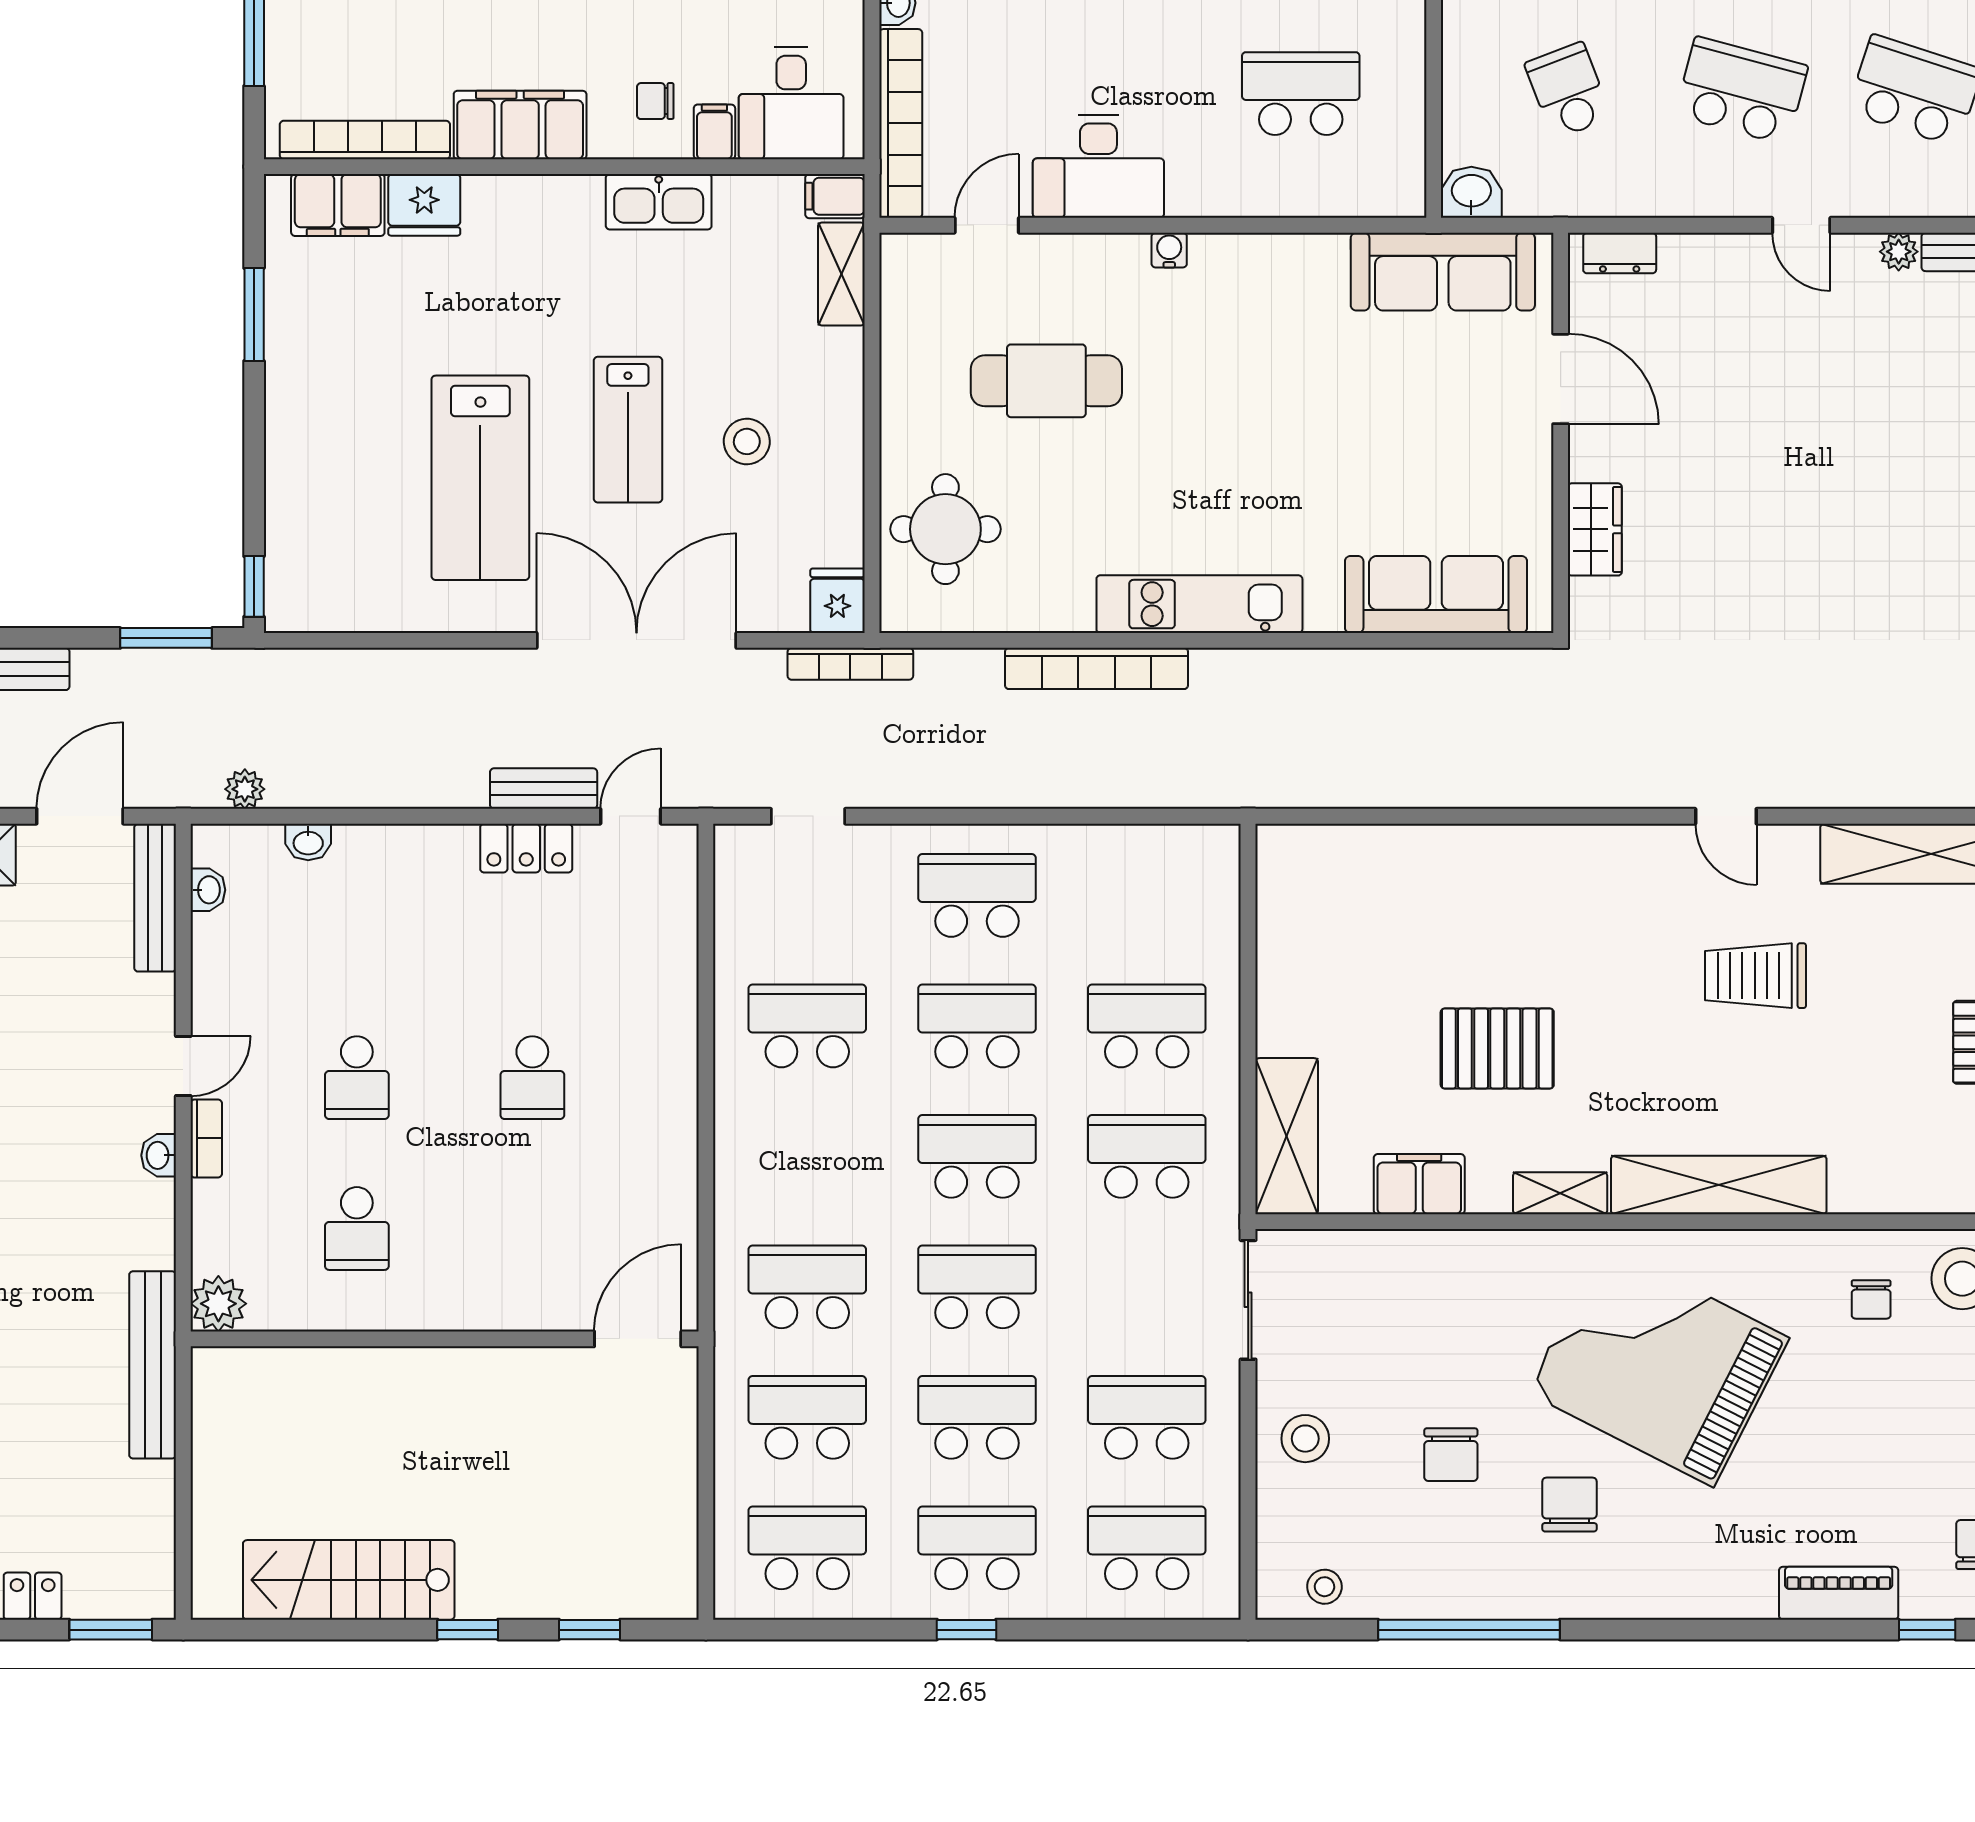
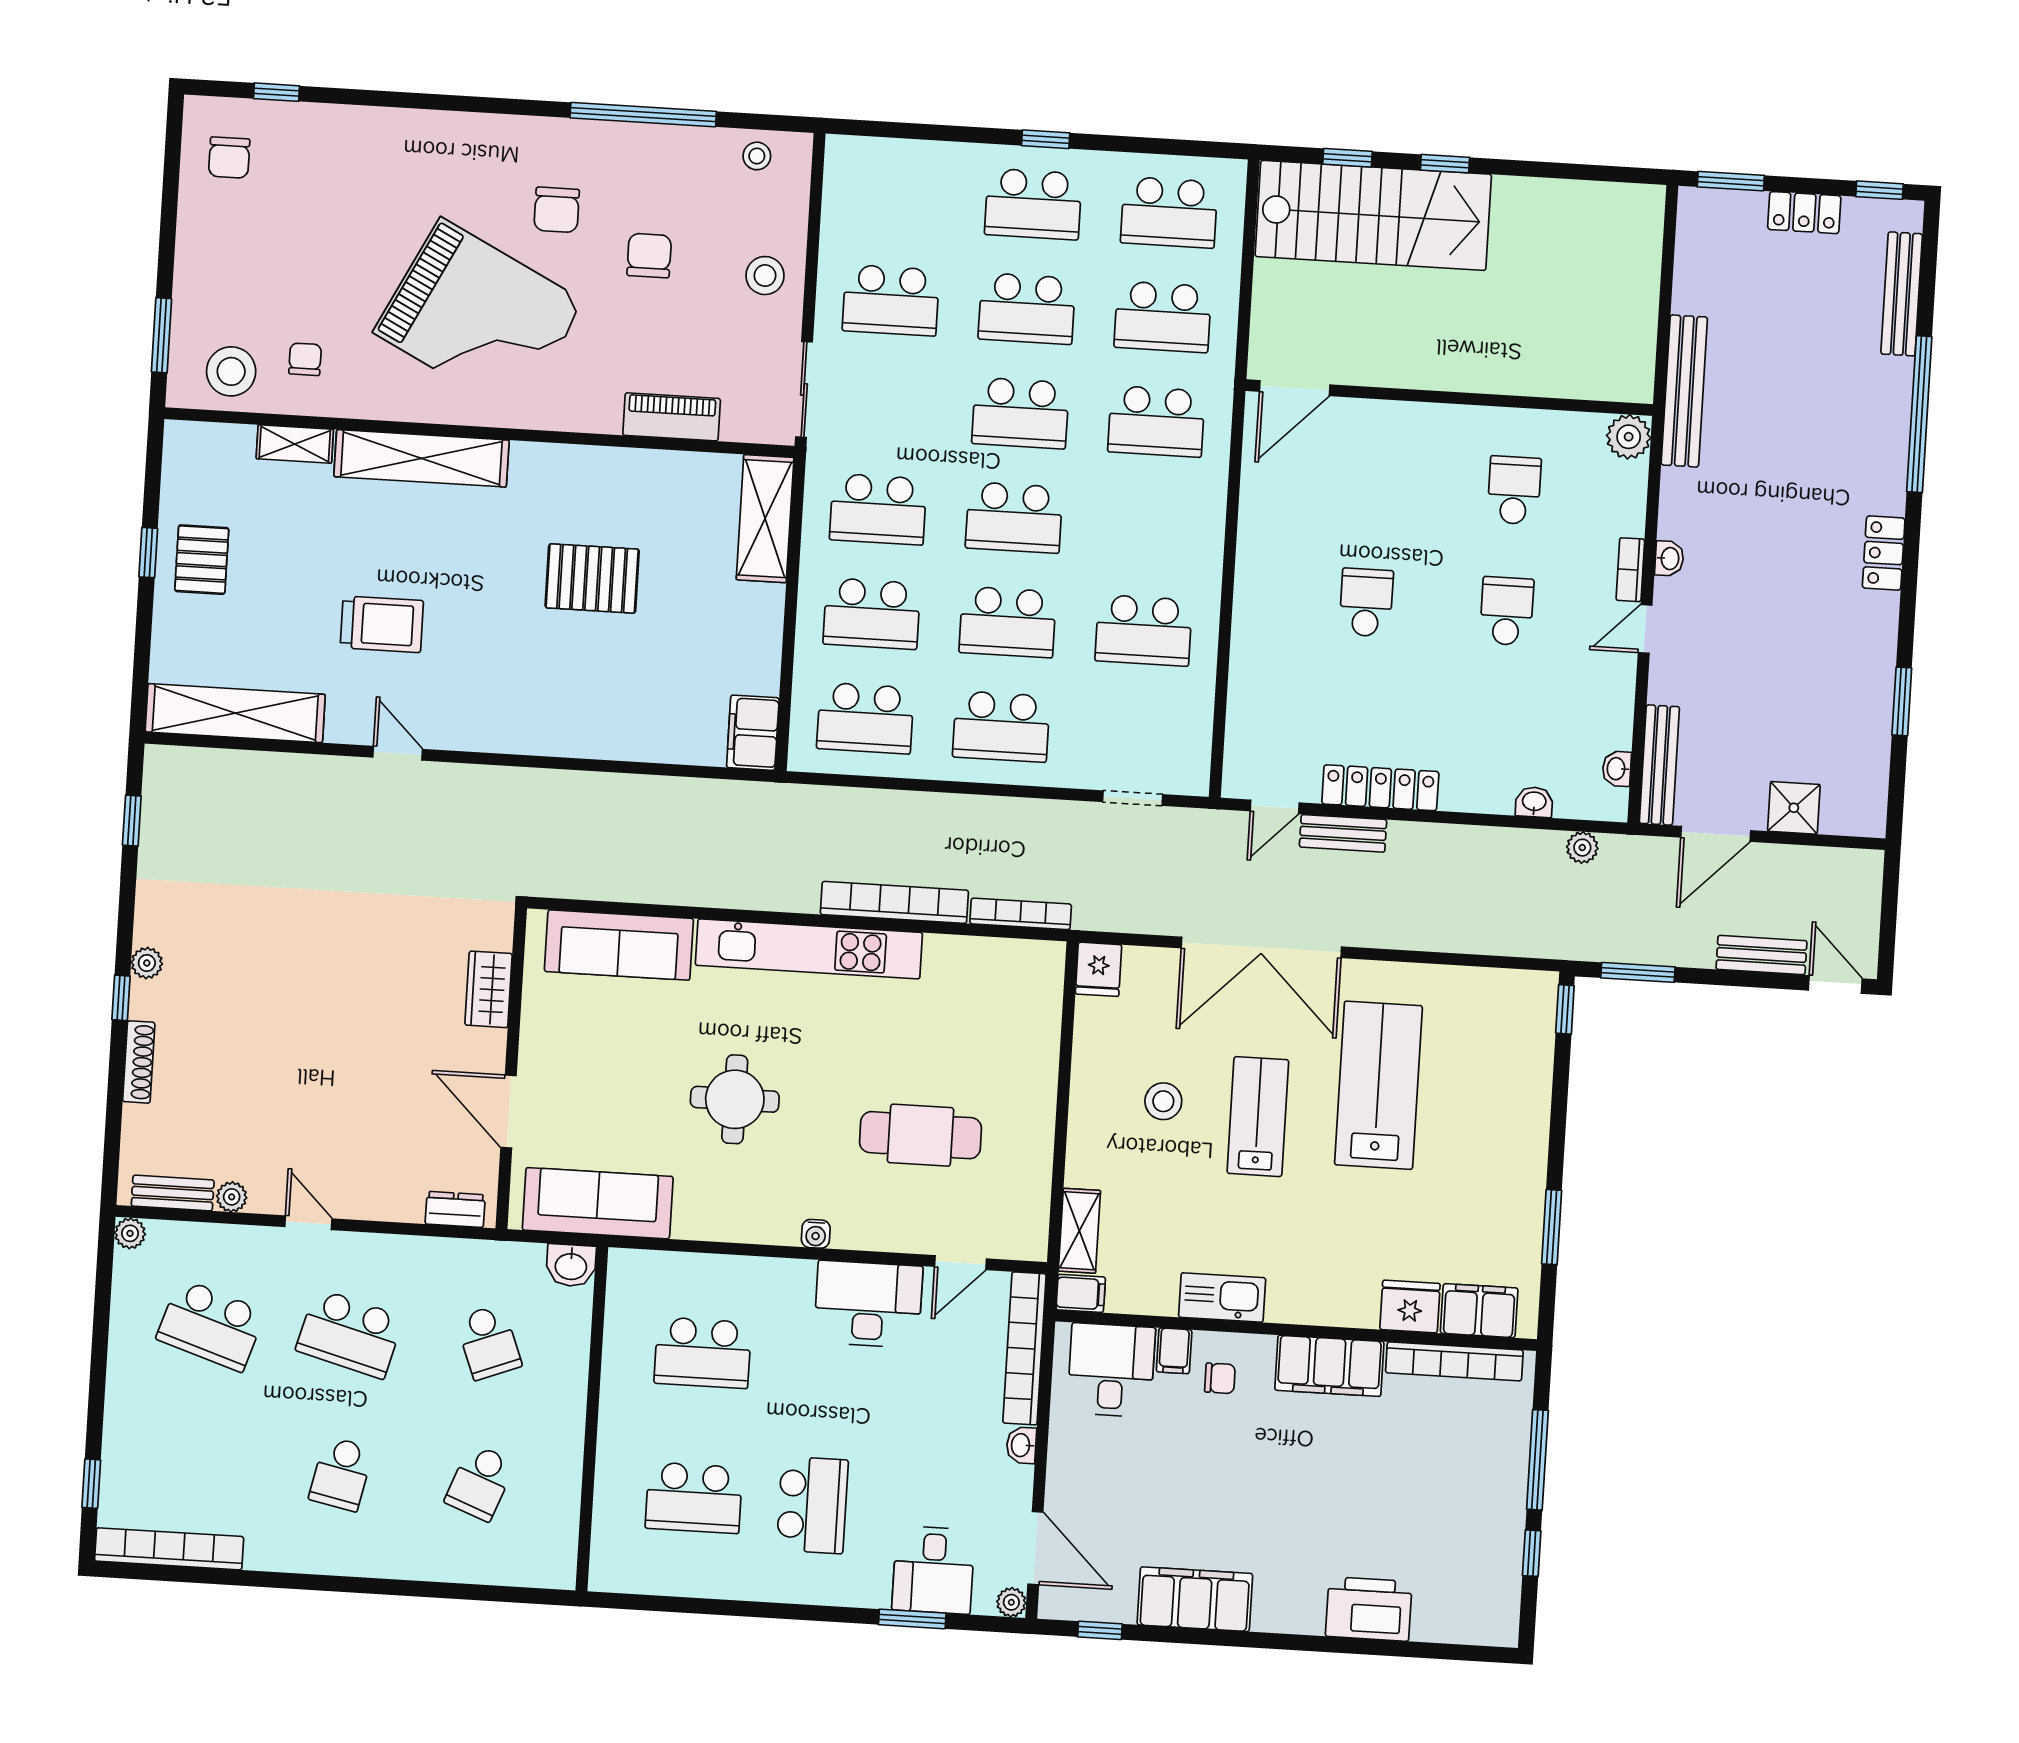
round table: (945, 529) -> (735, 1099), moved
kitchen unit: (1199, 604) -> (809, 949), width x1.36
bookcase: (850, 664) -> (1021, 914), moved
locker: (526, 848) -> (1380, 788), width x1.53
filing cabinet: (1419, 1184) -> (753, 733), moved, turned 90
shelving: (1560, 1193) -> (295, 444), moved
school desk: (1147, 1548) -> (865, 718), moved
stairs: (349, 1580) -> (1373, 215), moved, width x1.36, depth x1.51
piano: (1839, 1593) -> (672, 417), moved, turned 180

